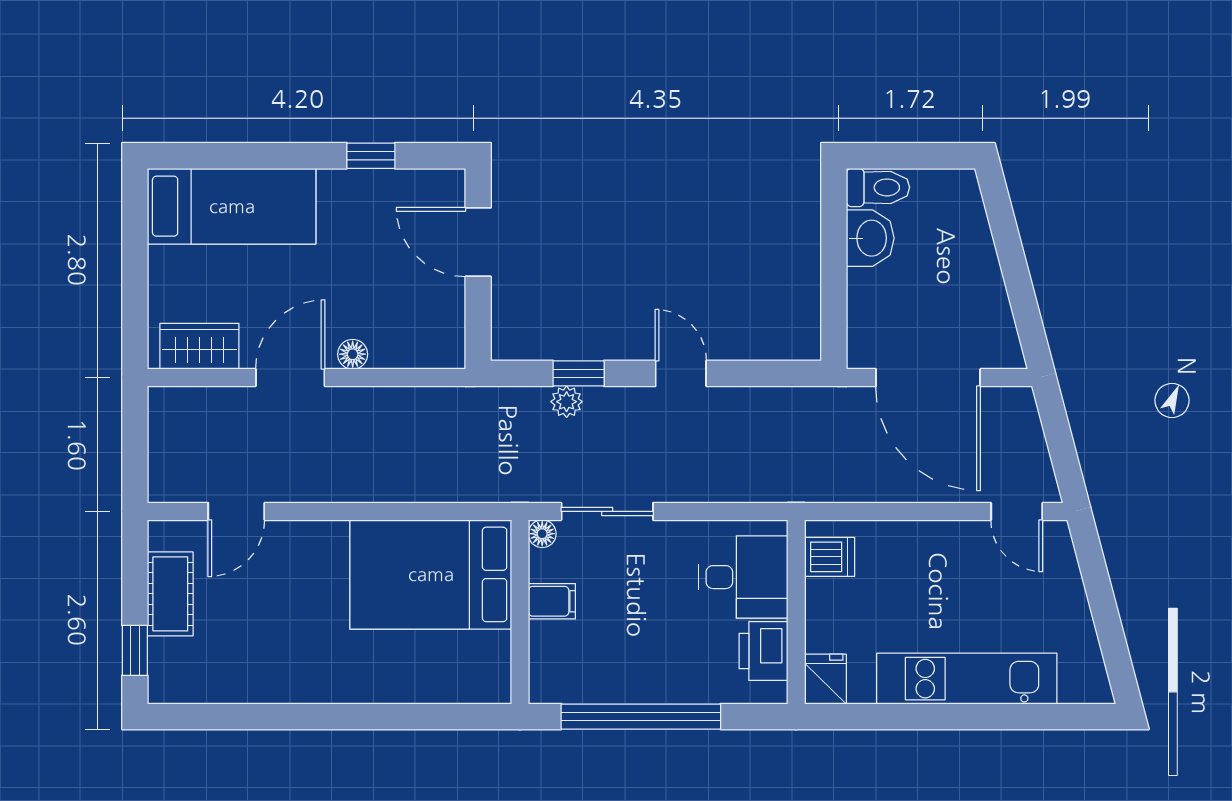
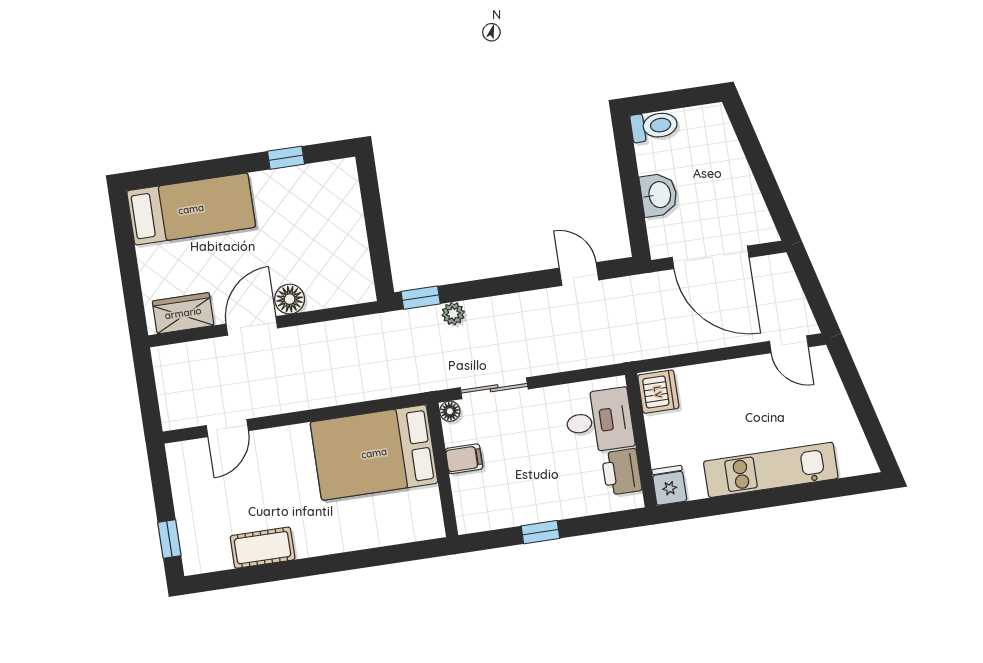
washbasin: (870, 238) -> (659, 195), moved
door: (478, 242) -> (372, 208), removed
floor lamp: (353, 354) -> (290, 299), width x1.37, depth x1.37
window: (579, 373) -> (421, 298), moved
door: (681, 373) -> (579, 274), moved
dishwasher: (830, 557) -> (658, 392), width x1.38
cot: (170, 594) -> (263, 548), moved, turned 90
window: (641, 717) -> (540, 532), width x0.32

